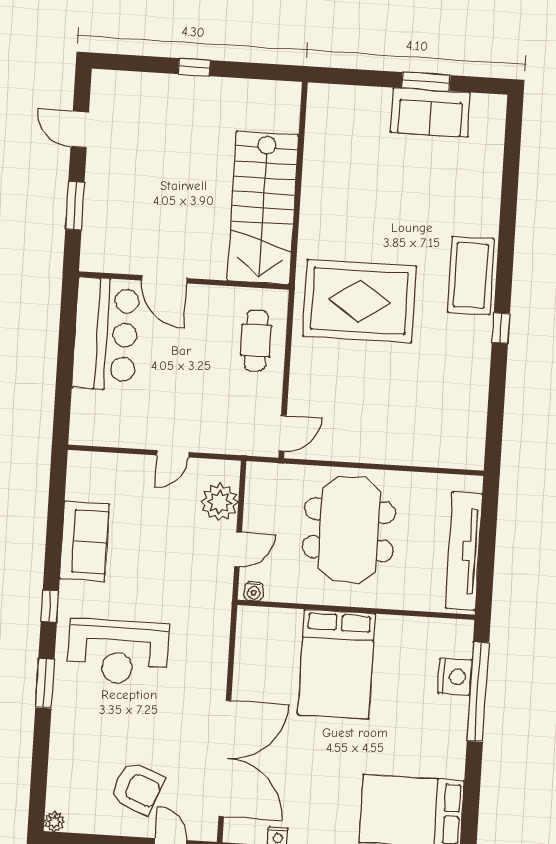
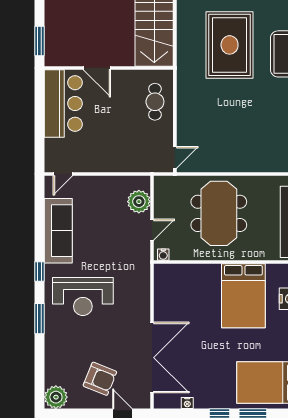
window: (75, 206) -> (40, 41), moved
rug: (360, 301) -> (230, 45), moved, turned 90
door: (173, 454) -> (63, 174), moved
sofa: (84, 541) -> (58, 231), width x1.36
bed: (337, 664) -> (243, 296), moved
plant: (54, 822) -> (56, 397), width x1.87, depth x1.87

